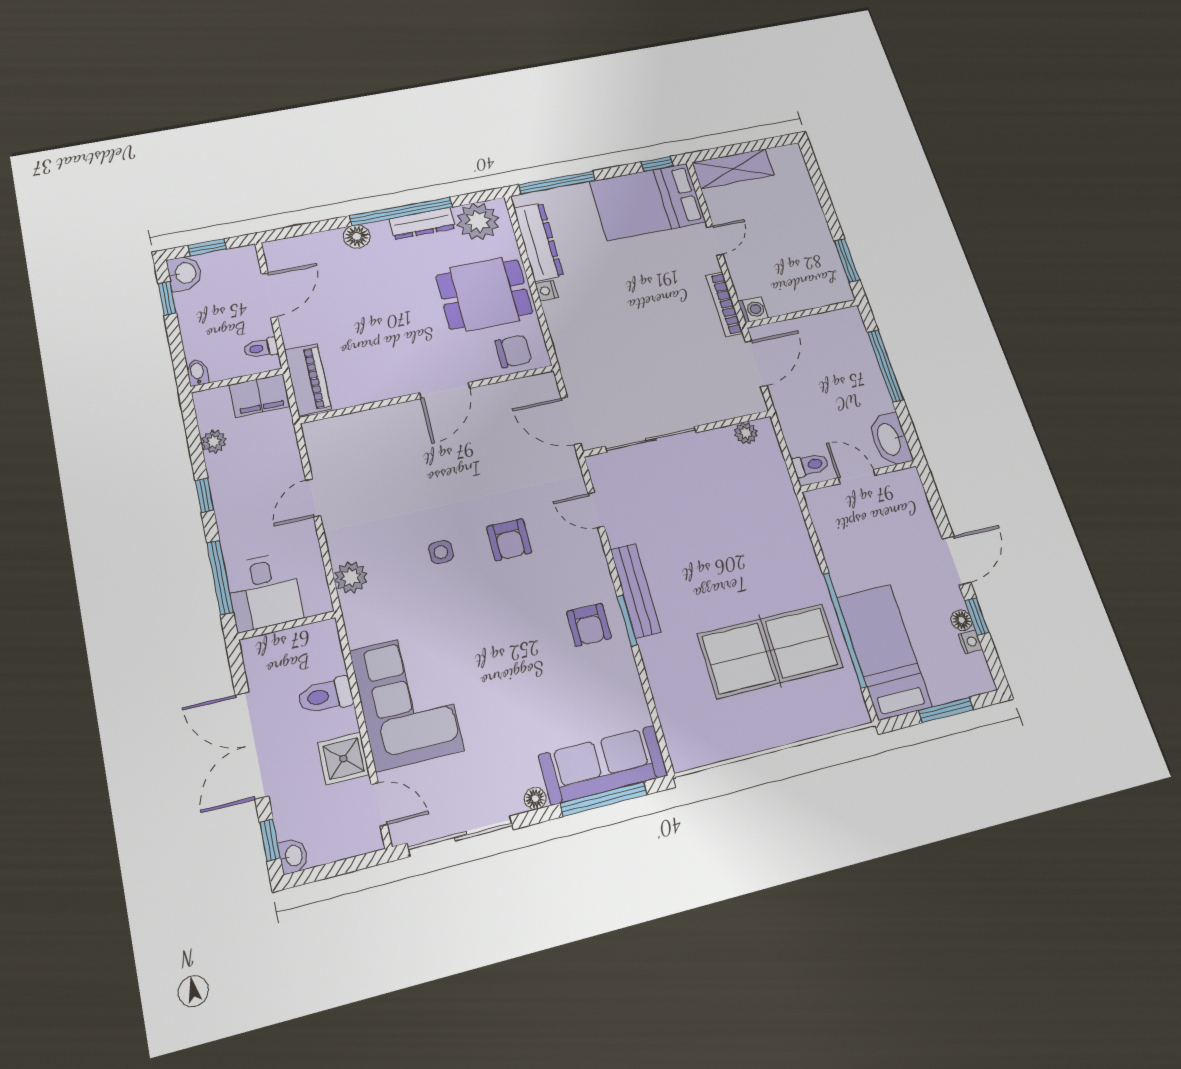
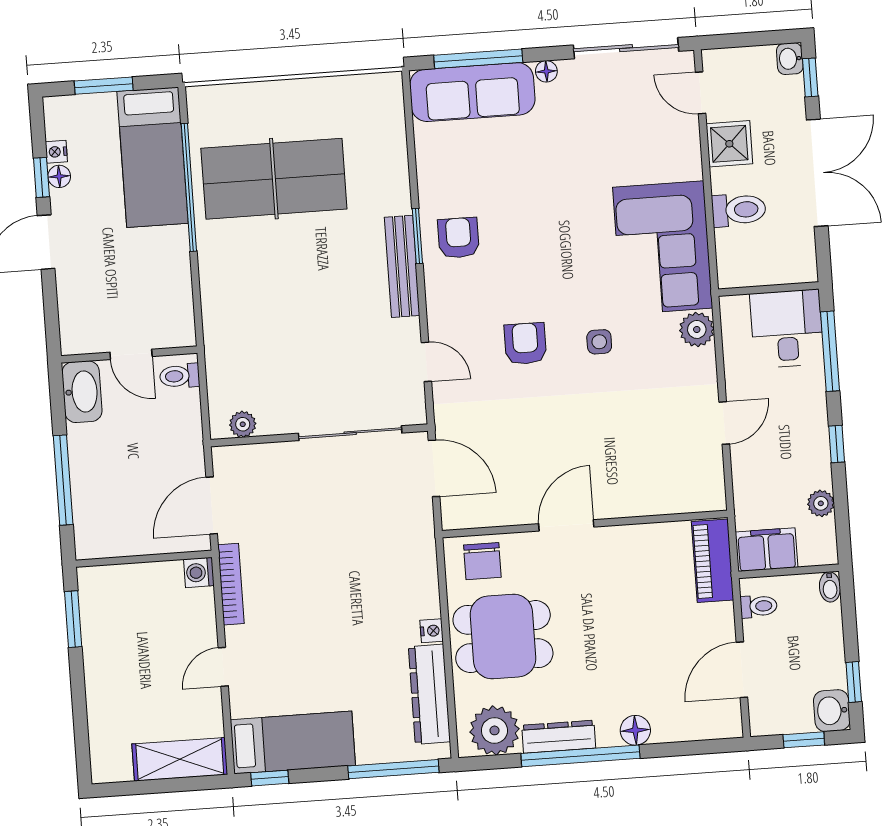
bed: (648, 202) -> (293, 742), width x0.67
chair: (513, 351) -> (482, 561), turned -90
corner sofa: (406, 700) -> (663, 248), moved

